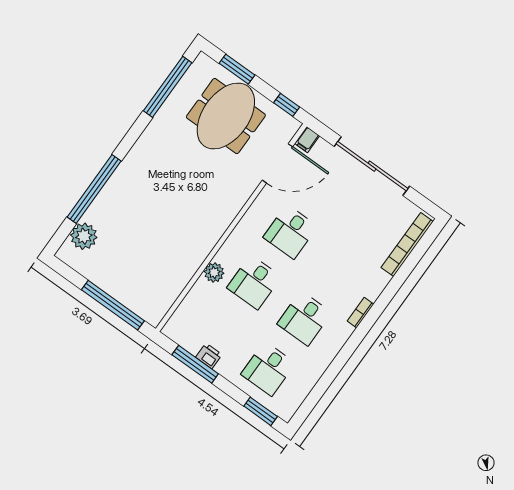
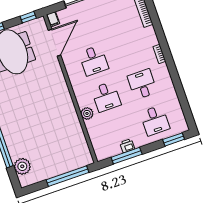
desk: (304, 318) -> (142, 84), turned 180

